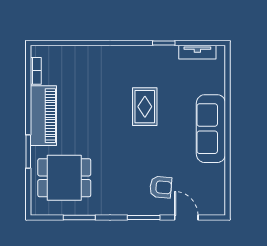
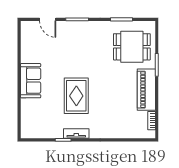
tv unit: (197, 52) -> (76, 133), moved
rug: (145, 107) -> (76, 96), width x1.36, depth x1.43
sofa: (211, 129) -> (31, 81), width x0.73
armchair: (161, 187) -> (65, 40), removed

